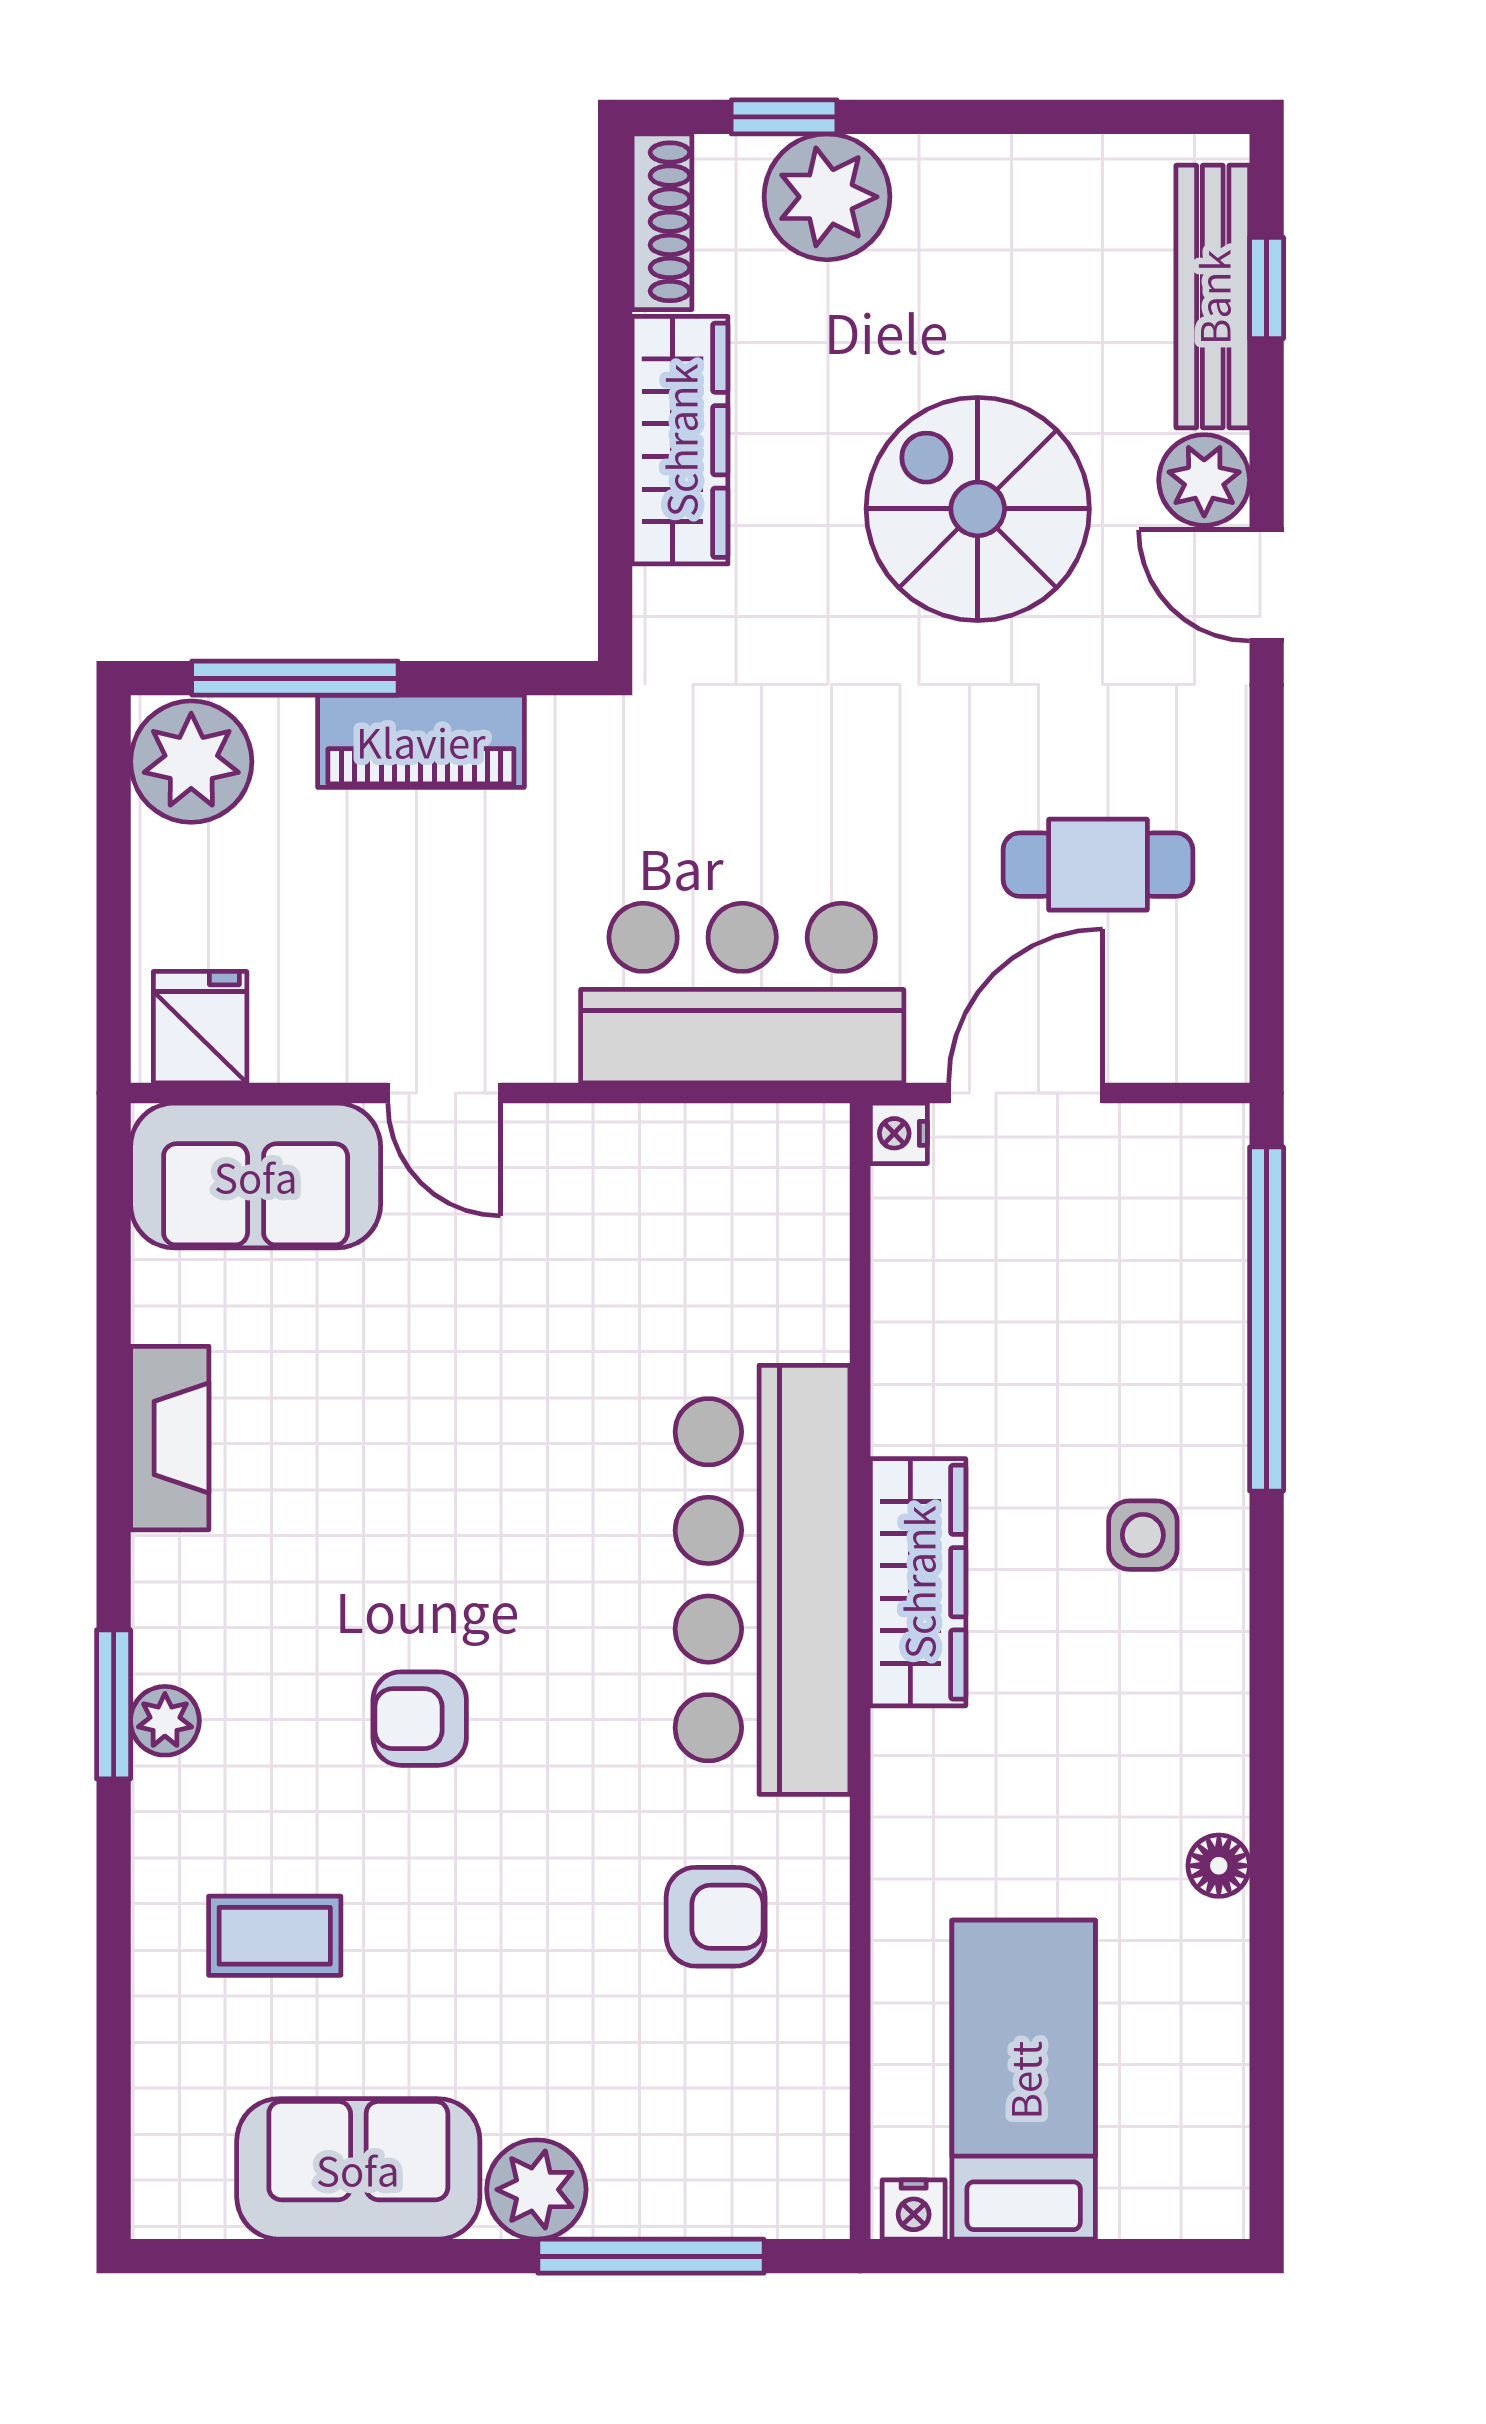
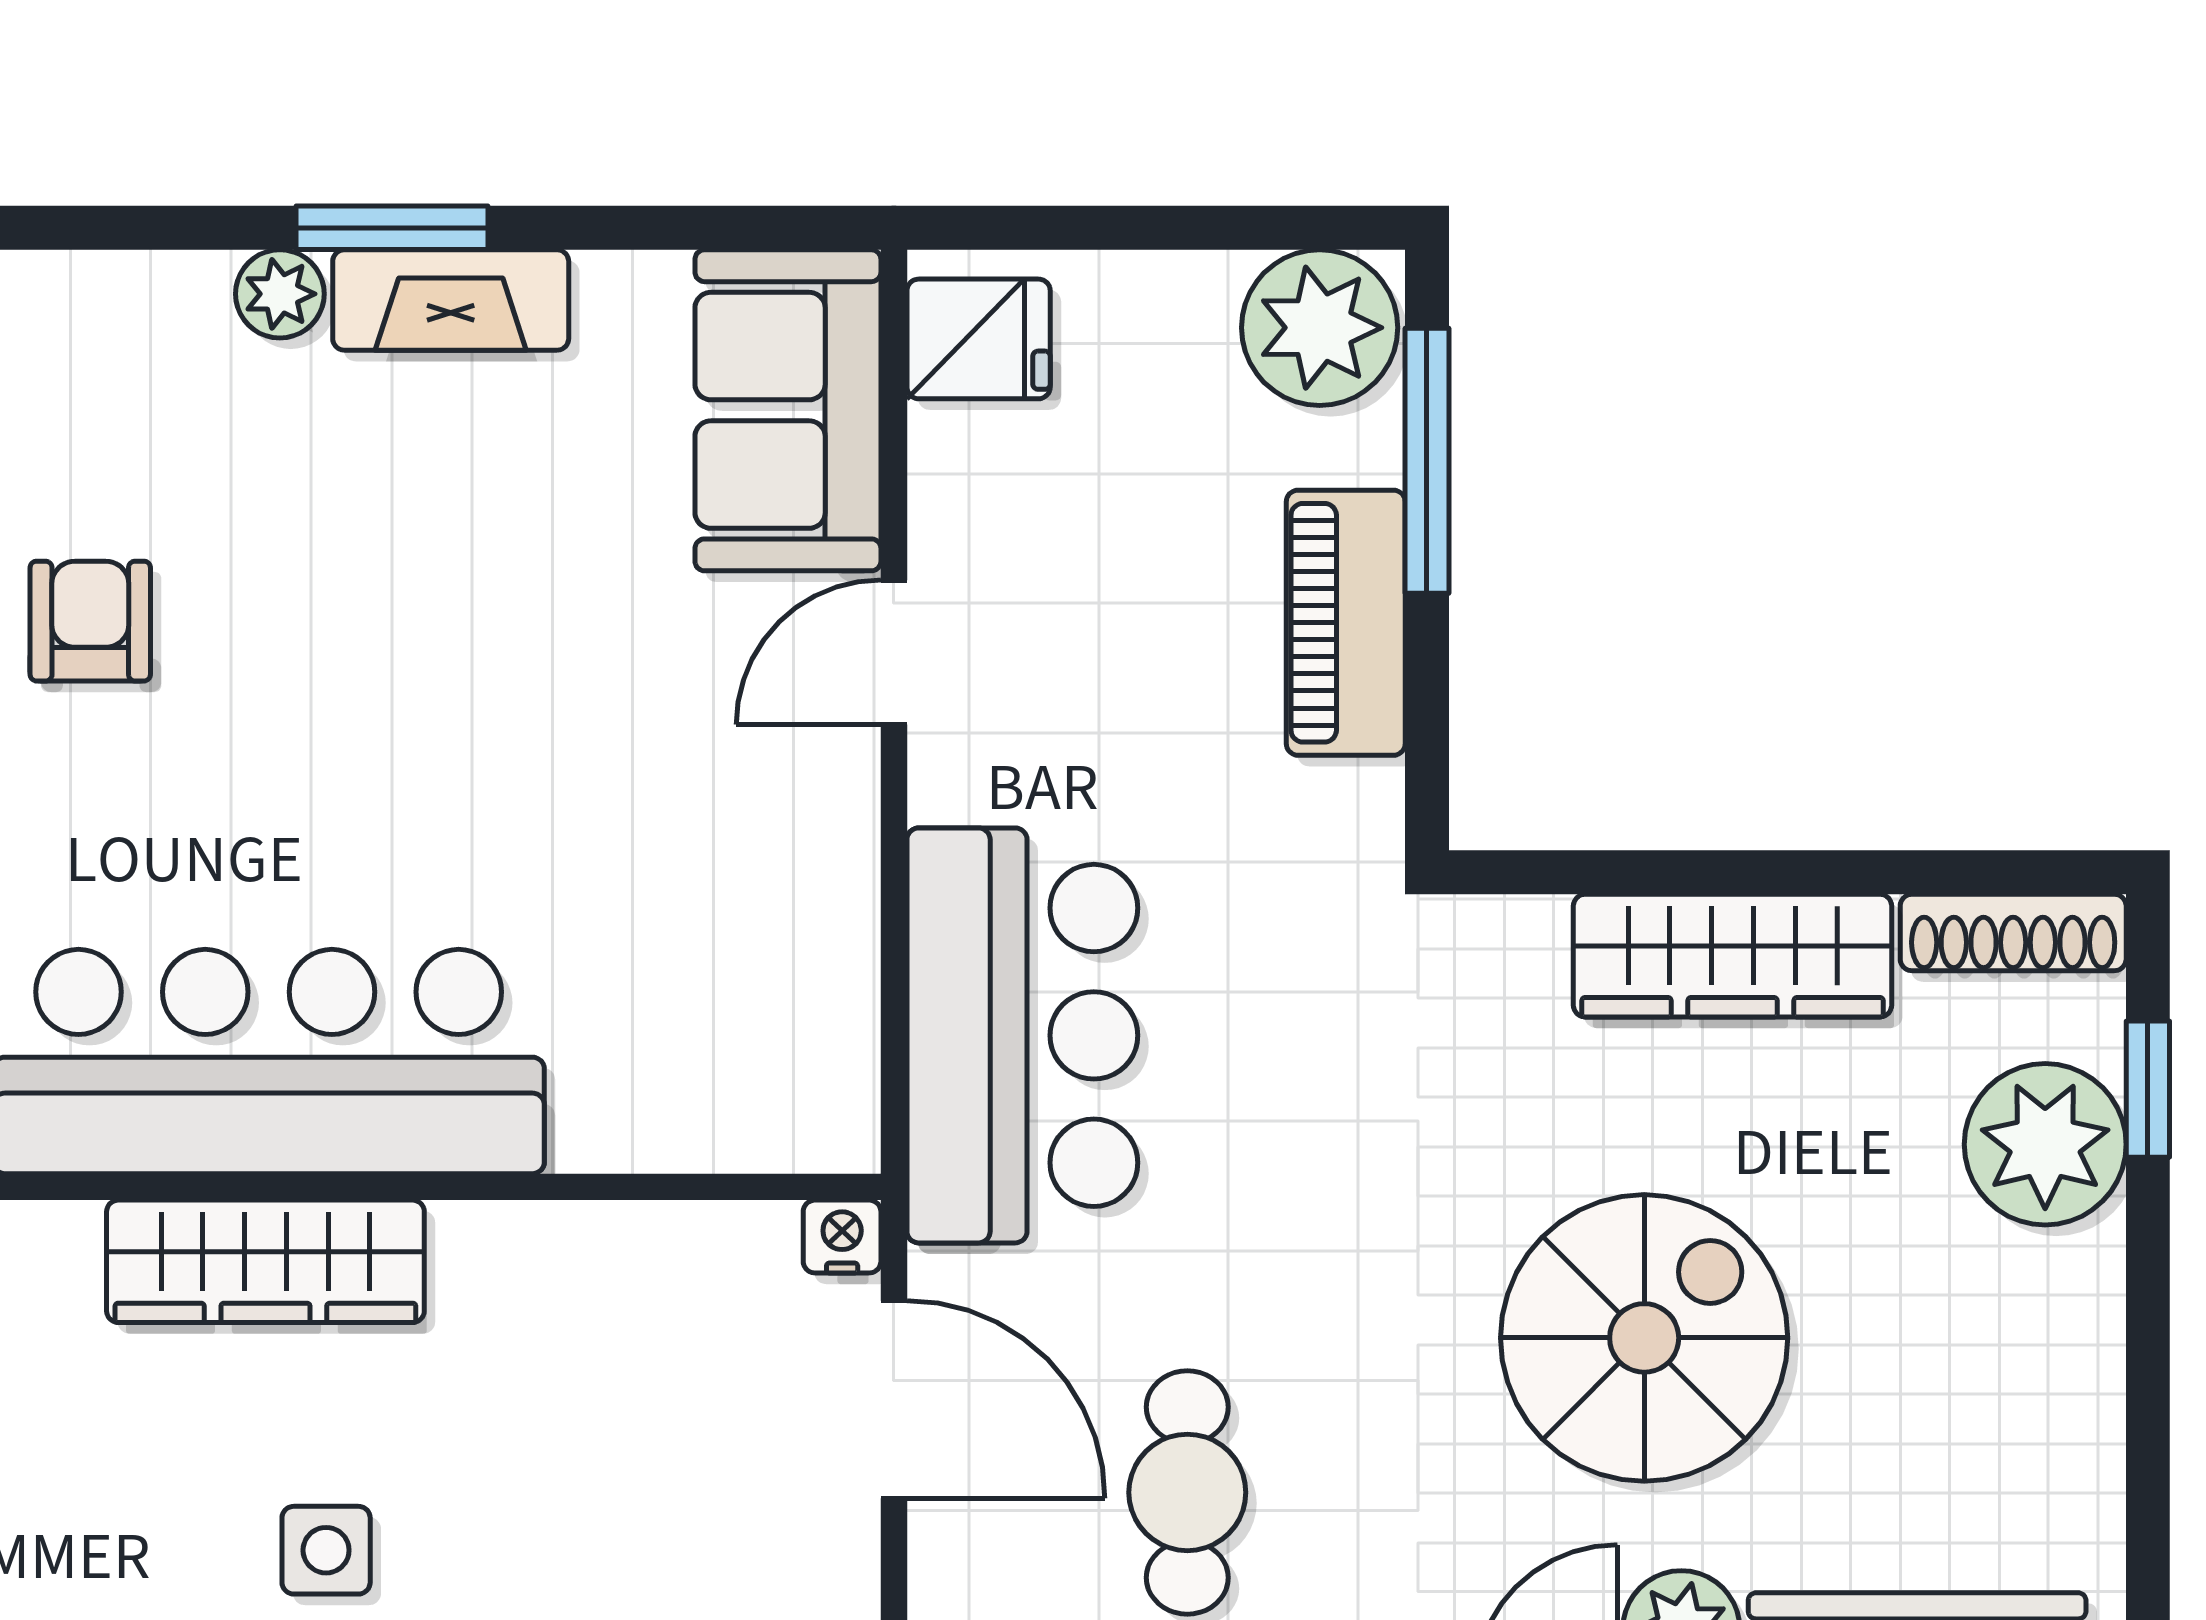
window: (114, 1704) -> (392, 228), moved
plant: (165, 1721) -> (280, 294), moved

